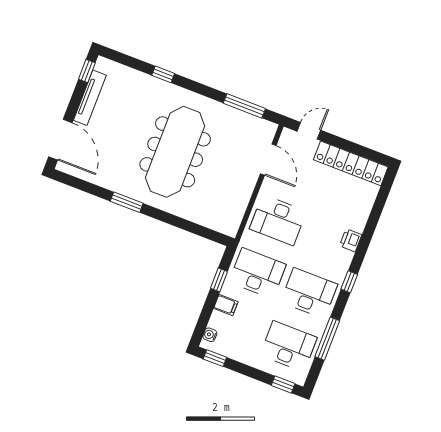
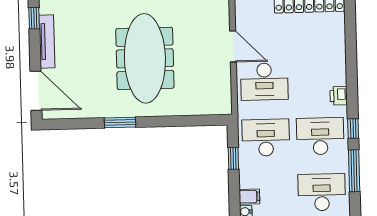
door: (268, 160) -> (233, 46), moved
printer: (351, 240) -> (339, 96), moved
window: (349, 282) -> (353, 129), moved
filing cabinet: (226, 305) -> (249, 197), moved

